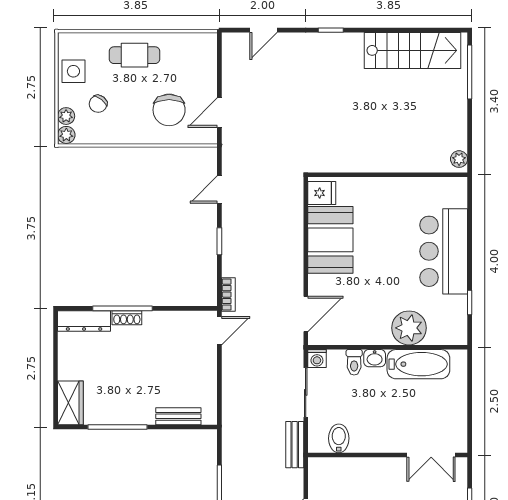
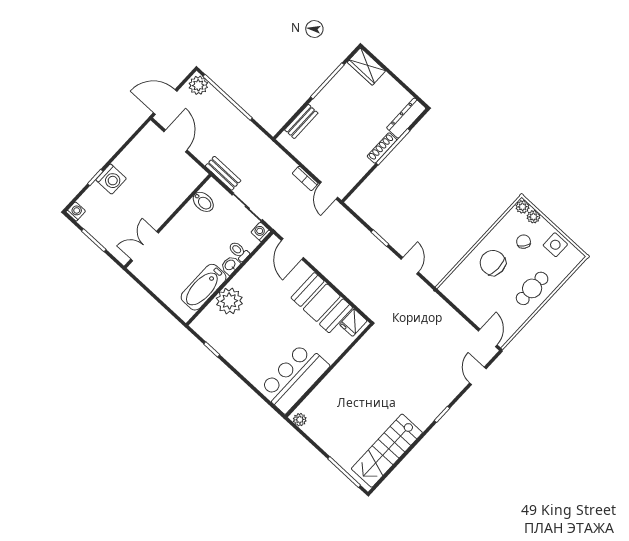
chair: (169, 110) -> (493, 263), moved
door: (219, 113) -> (488, 338), moved
bar counter: (444, 251) -> (294, 378), moved, turned -90
bookcase: (228, 295) -> (305, 178), moved
shoe rack: (127, 318) -> (382, 148), width x1.43

